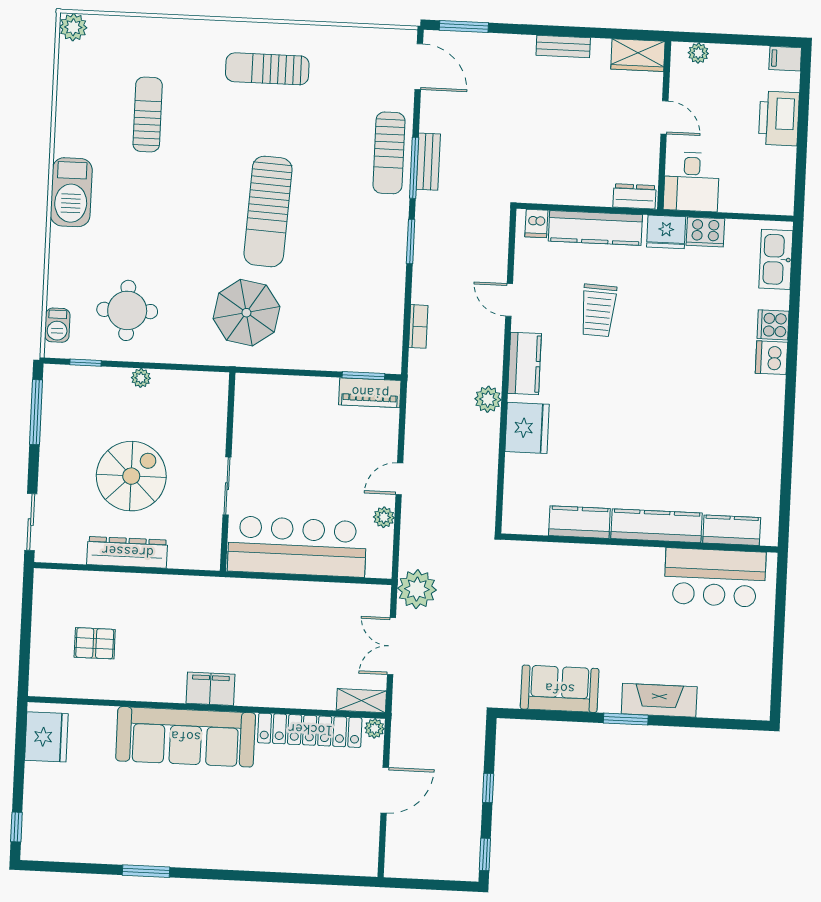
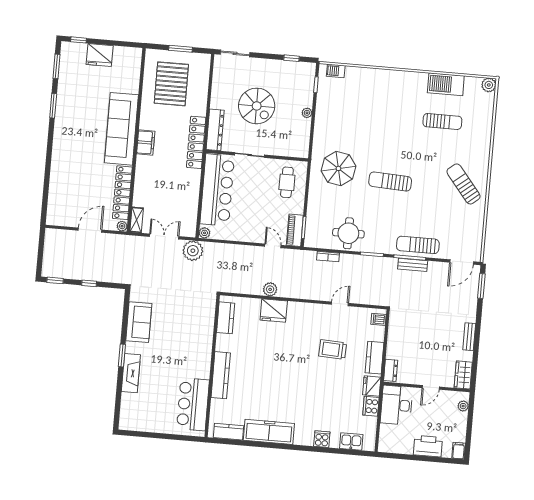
sun lounger: (267, 69) -> (464, 184), turned -39
desk: (691, 182) -> (397, 405), width x1.37
barbecue: (71, 192) -> (446, 84), moved
sun lounger: (268, 211) -> (390, 182), width x0.73, depth x0.75
kitchen counter: (595, 228) -> (374, 358), width x0.67
kitchen sink: (776, 259) -> (351, 441), width x0.73
round table: (127, 310) -> (348, 233), moved
dishwasher: (771, 358) -> (305, 438), removed
kitchen counter: (524, 363) -> (307, 310), removed
plant: (488, 399) -> (270, 289), moved
window: (36, 412) -> (291, 58), width x0.46
cafe table: (277, 412) -> (287, 182), added
freezer: (763, 428) -> (269, 432), added
door: (399, 479) -> (273, 246), moved
plant: (384, 517) -> (205, 233), moved
kitchen counter: (579, 522) -> (226, 318), moved
kitchen counter: (732, 530) -> (229, 432), moved, turned -90
dresser: (127, 552) -> (215, 130), moved
locker: (207, 591) -> (196, 142), added
window: (26, 628) -> (181, 49), added
pallet: (95, 643) -> (171, 84), width x2.05, depth x2.00
fridge: (46, 737) -> (100, 55), moved
door: (385, 790) -> (90, 230), swing flipped
window: (70, 867) -> (57, 66), added

